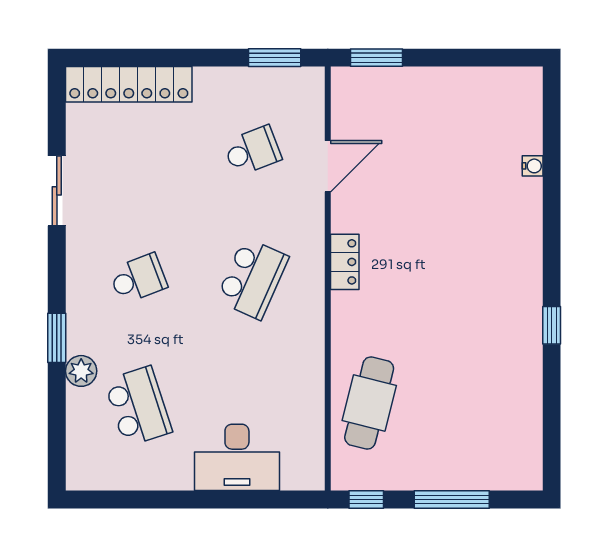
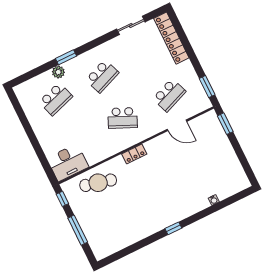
school desk: (252, 151) -> (169, 95), width x1.85
sliding door: (57, 191) -> (131, 25), moved
locker: (345, 262) -> (134, 154), moved
school desk: (138, 279) -> (102, 76), width x1.85
window: (552, 325) -> (173, 228), moved
desk: (237, 457) -> (68, 162), moved, turned -90

